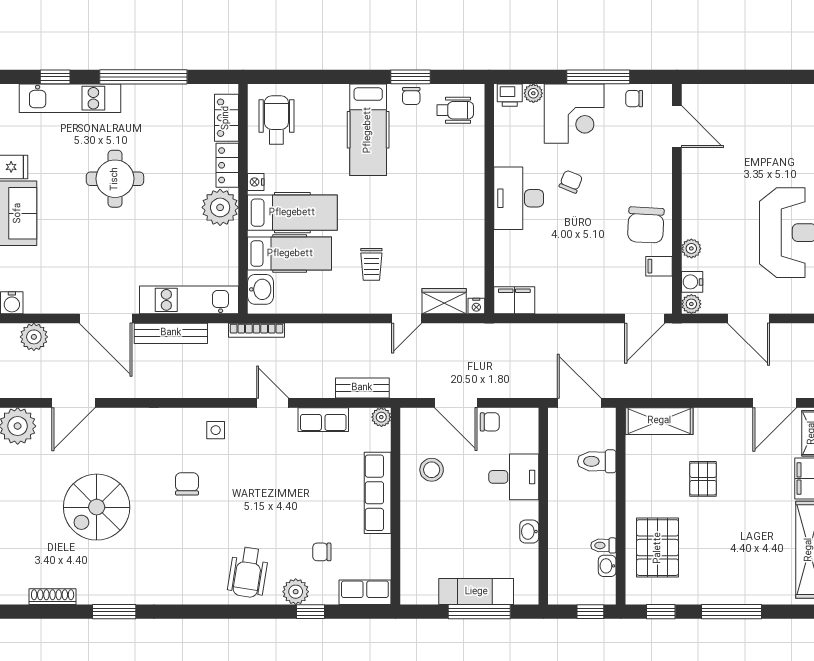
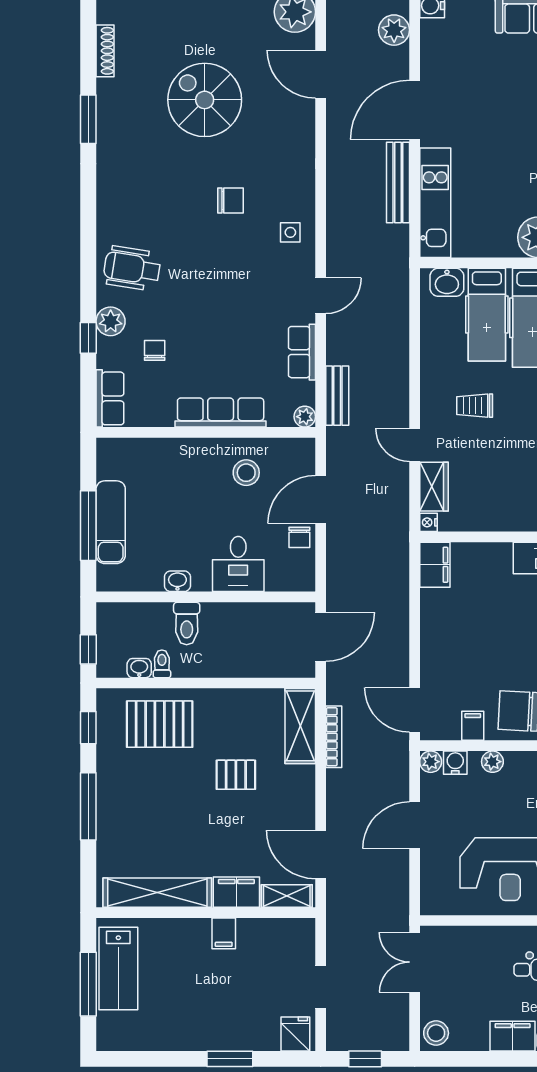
bookcase: (257, 330) -> (334, 737), moved, turned 180
toilet: (597, 461) -> (187, 623), moved, turned 180

